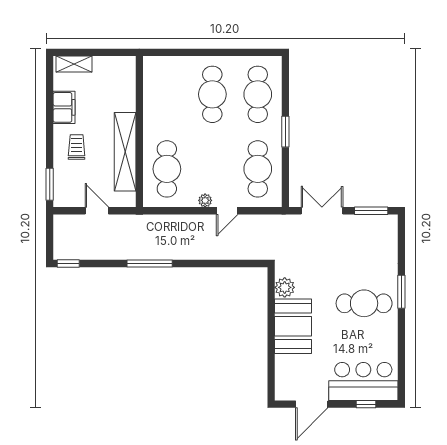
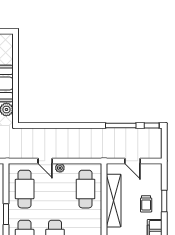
window: (50, 184) -> (164, 201), moved
door: (227, 211) -> (45, 161), swing flipped
window: (150, 263) -> (121, 126), moved

